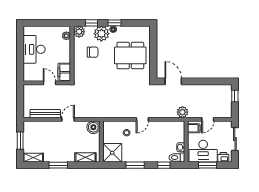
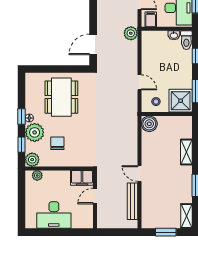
boiler: (93, 127) -> (149, 124), moved
wall: (101, 141) -> (167, 114), moved
shower: (112, 153) -> (181, 101), moved

